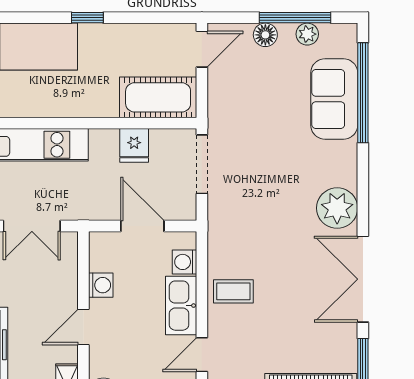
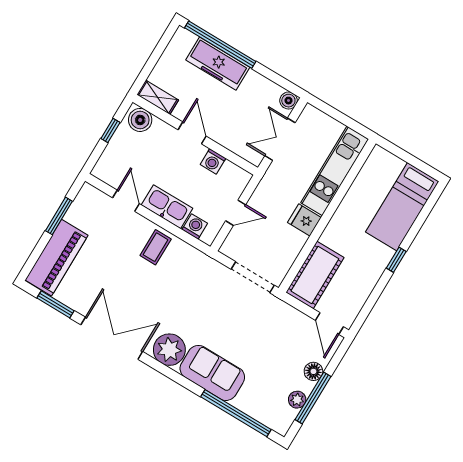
sofa: (334, 99) -> (212, 373), moved
fridge: (134, 145) -> (304, 220), moved
door: (142, 226) -> (236, 213), width x0.73

